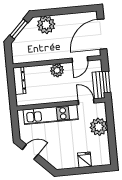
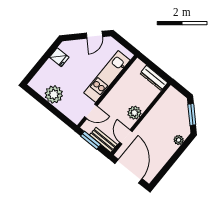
plant: (46, 25) -> (179, 140), width x0.53, depth x0.53
bench: (99, 85) -> (103, 140), moved
plant: (99, 127) -> (54, 94), moved
fridge: (85, 160) -> (59, 57), moved

